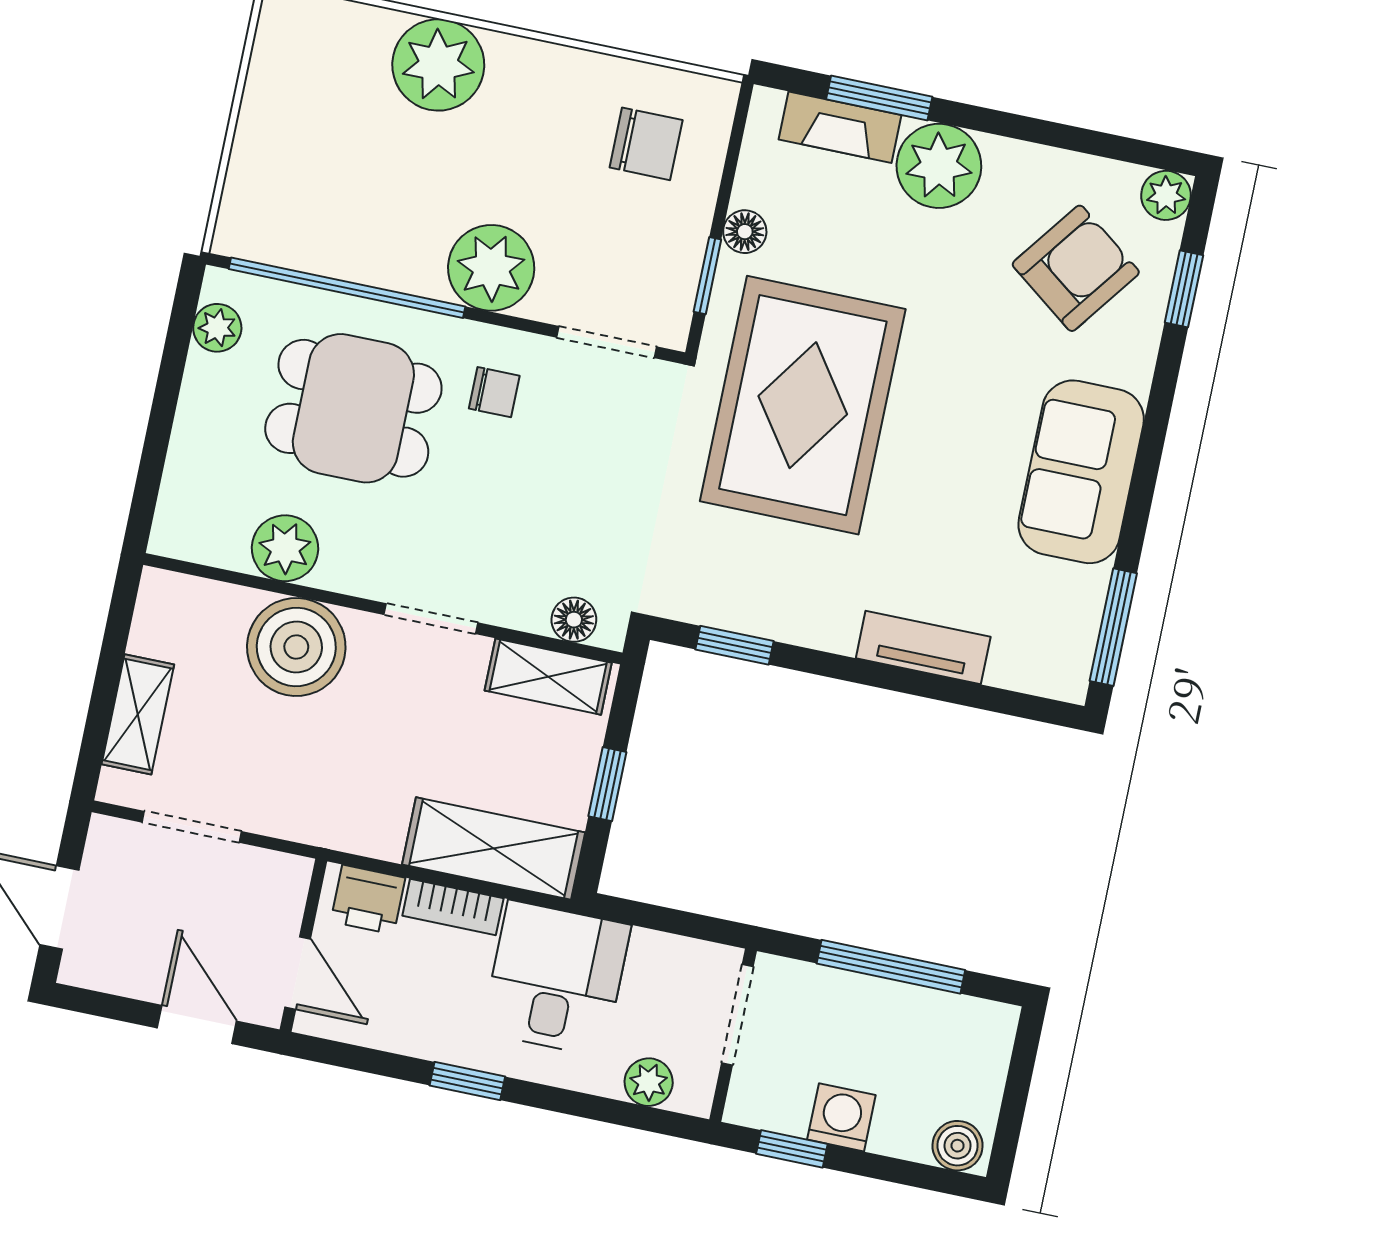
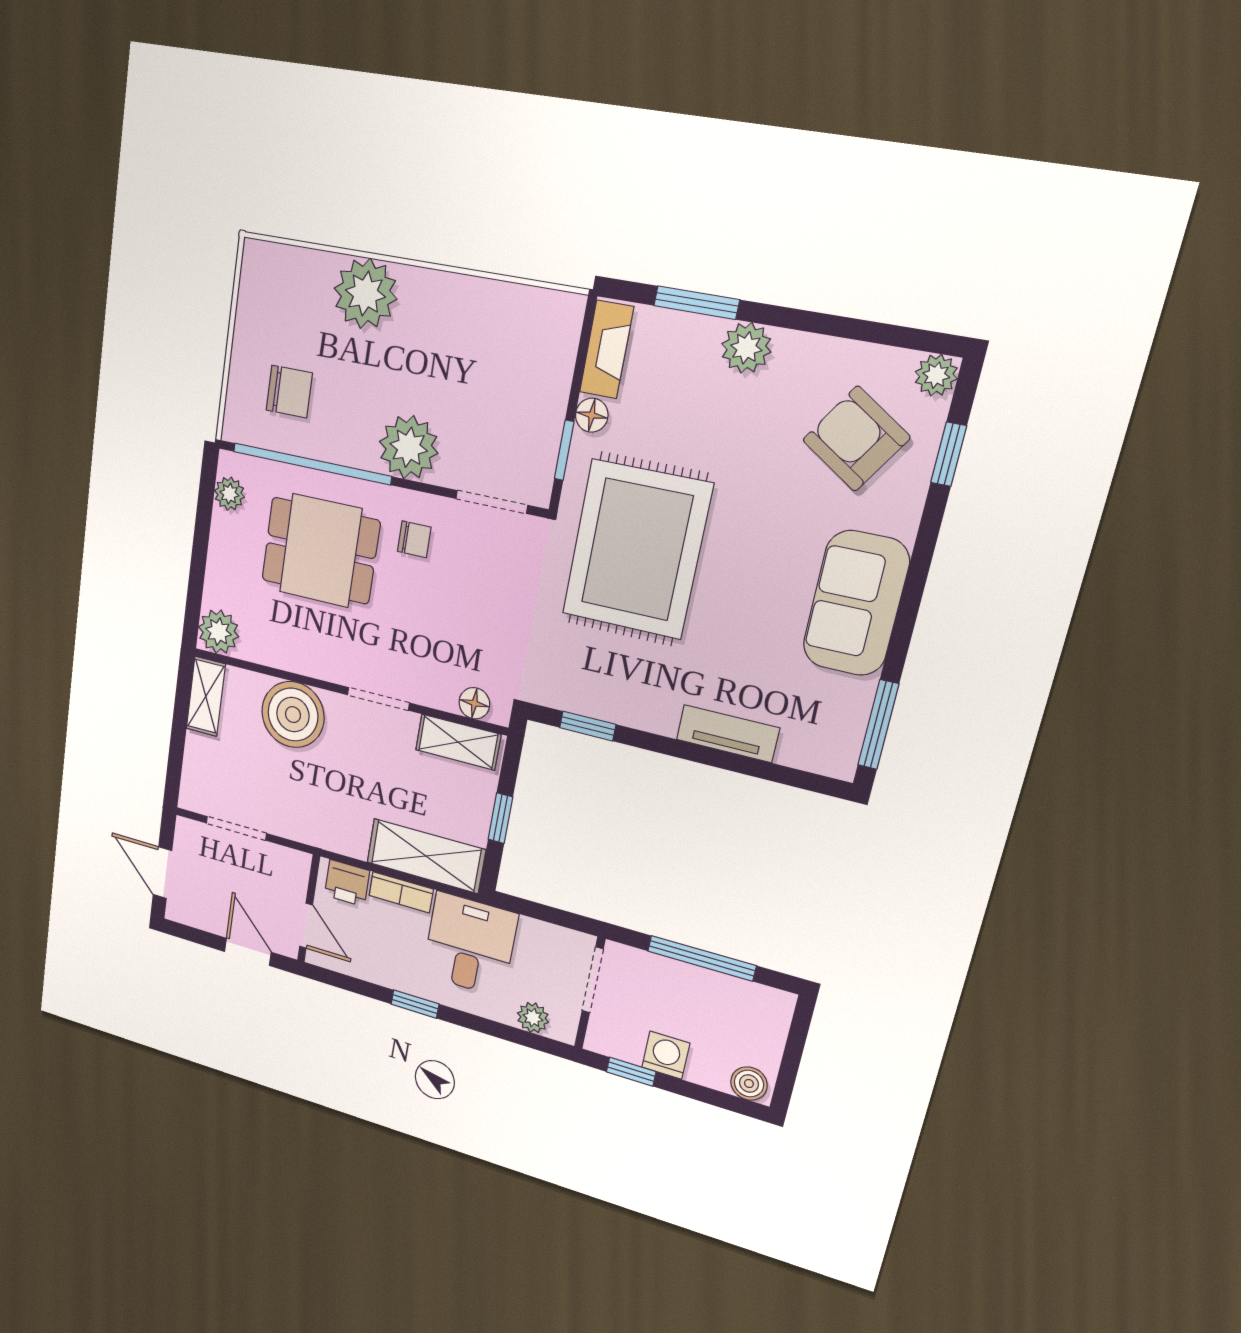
fireplace: (840, 127) -> (607, 350), moved, turned -90
chair: (646, 144) -> (289, 392), moved
plant: (939, 166) -> (746, 348), width x0.73, depth x0.73
armchair: (1076, 268) -> (856, 439), turned -94
plant: (285, 548) -> (219, 632), moved
shelving: (138, 714) -> (206, 696), moved

